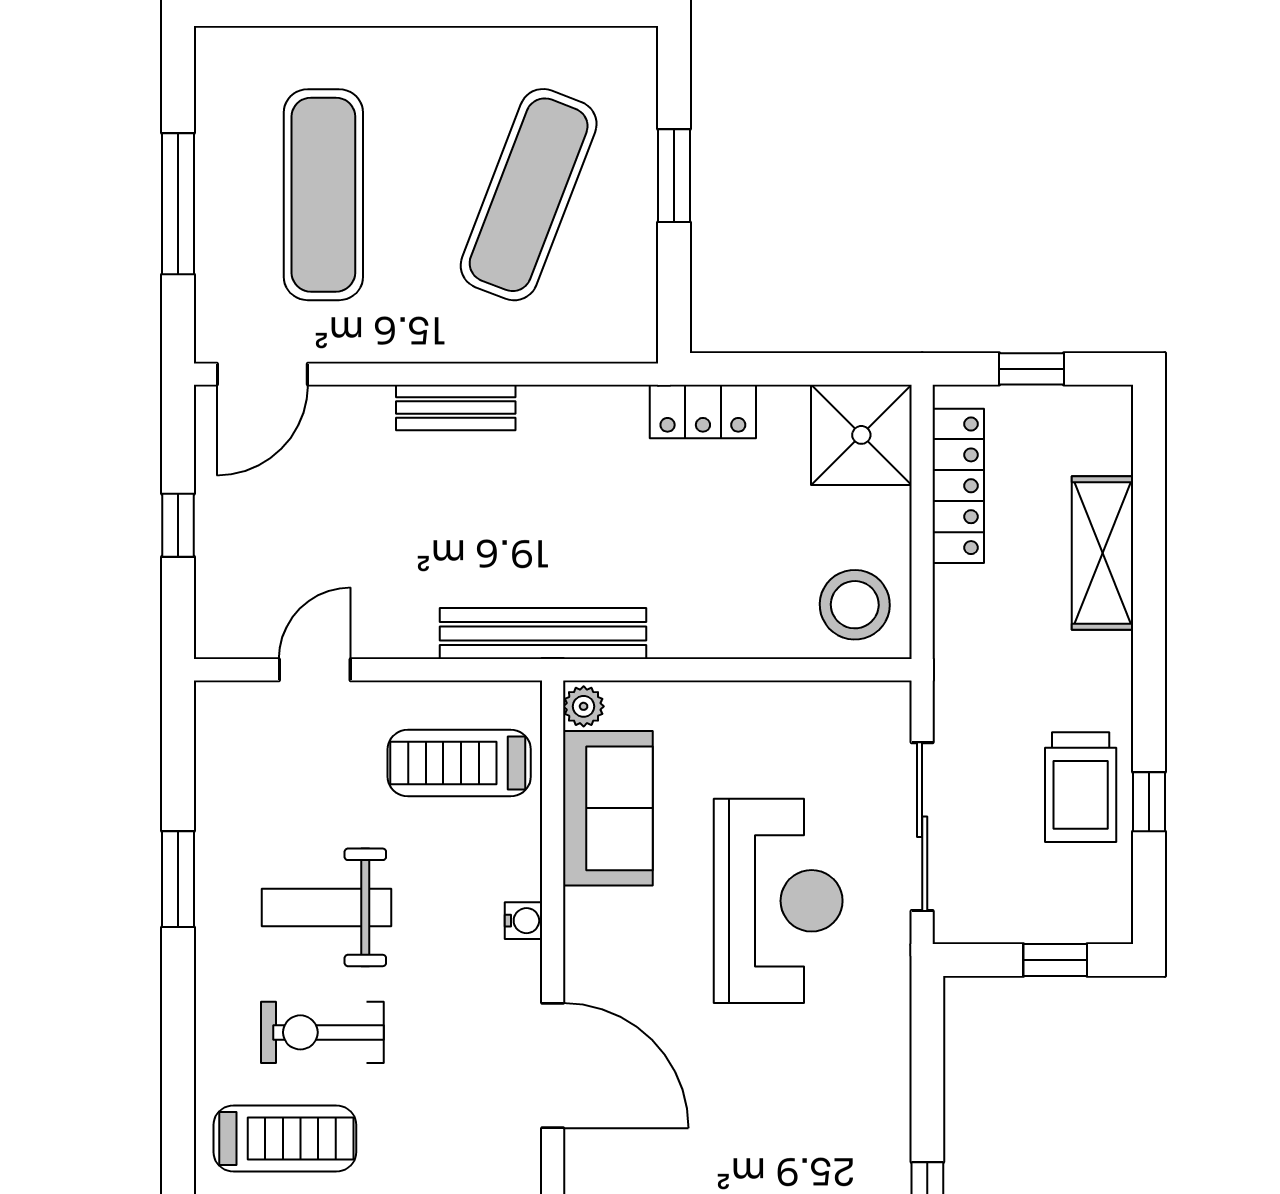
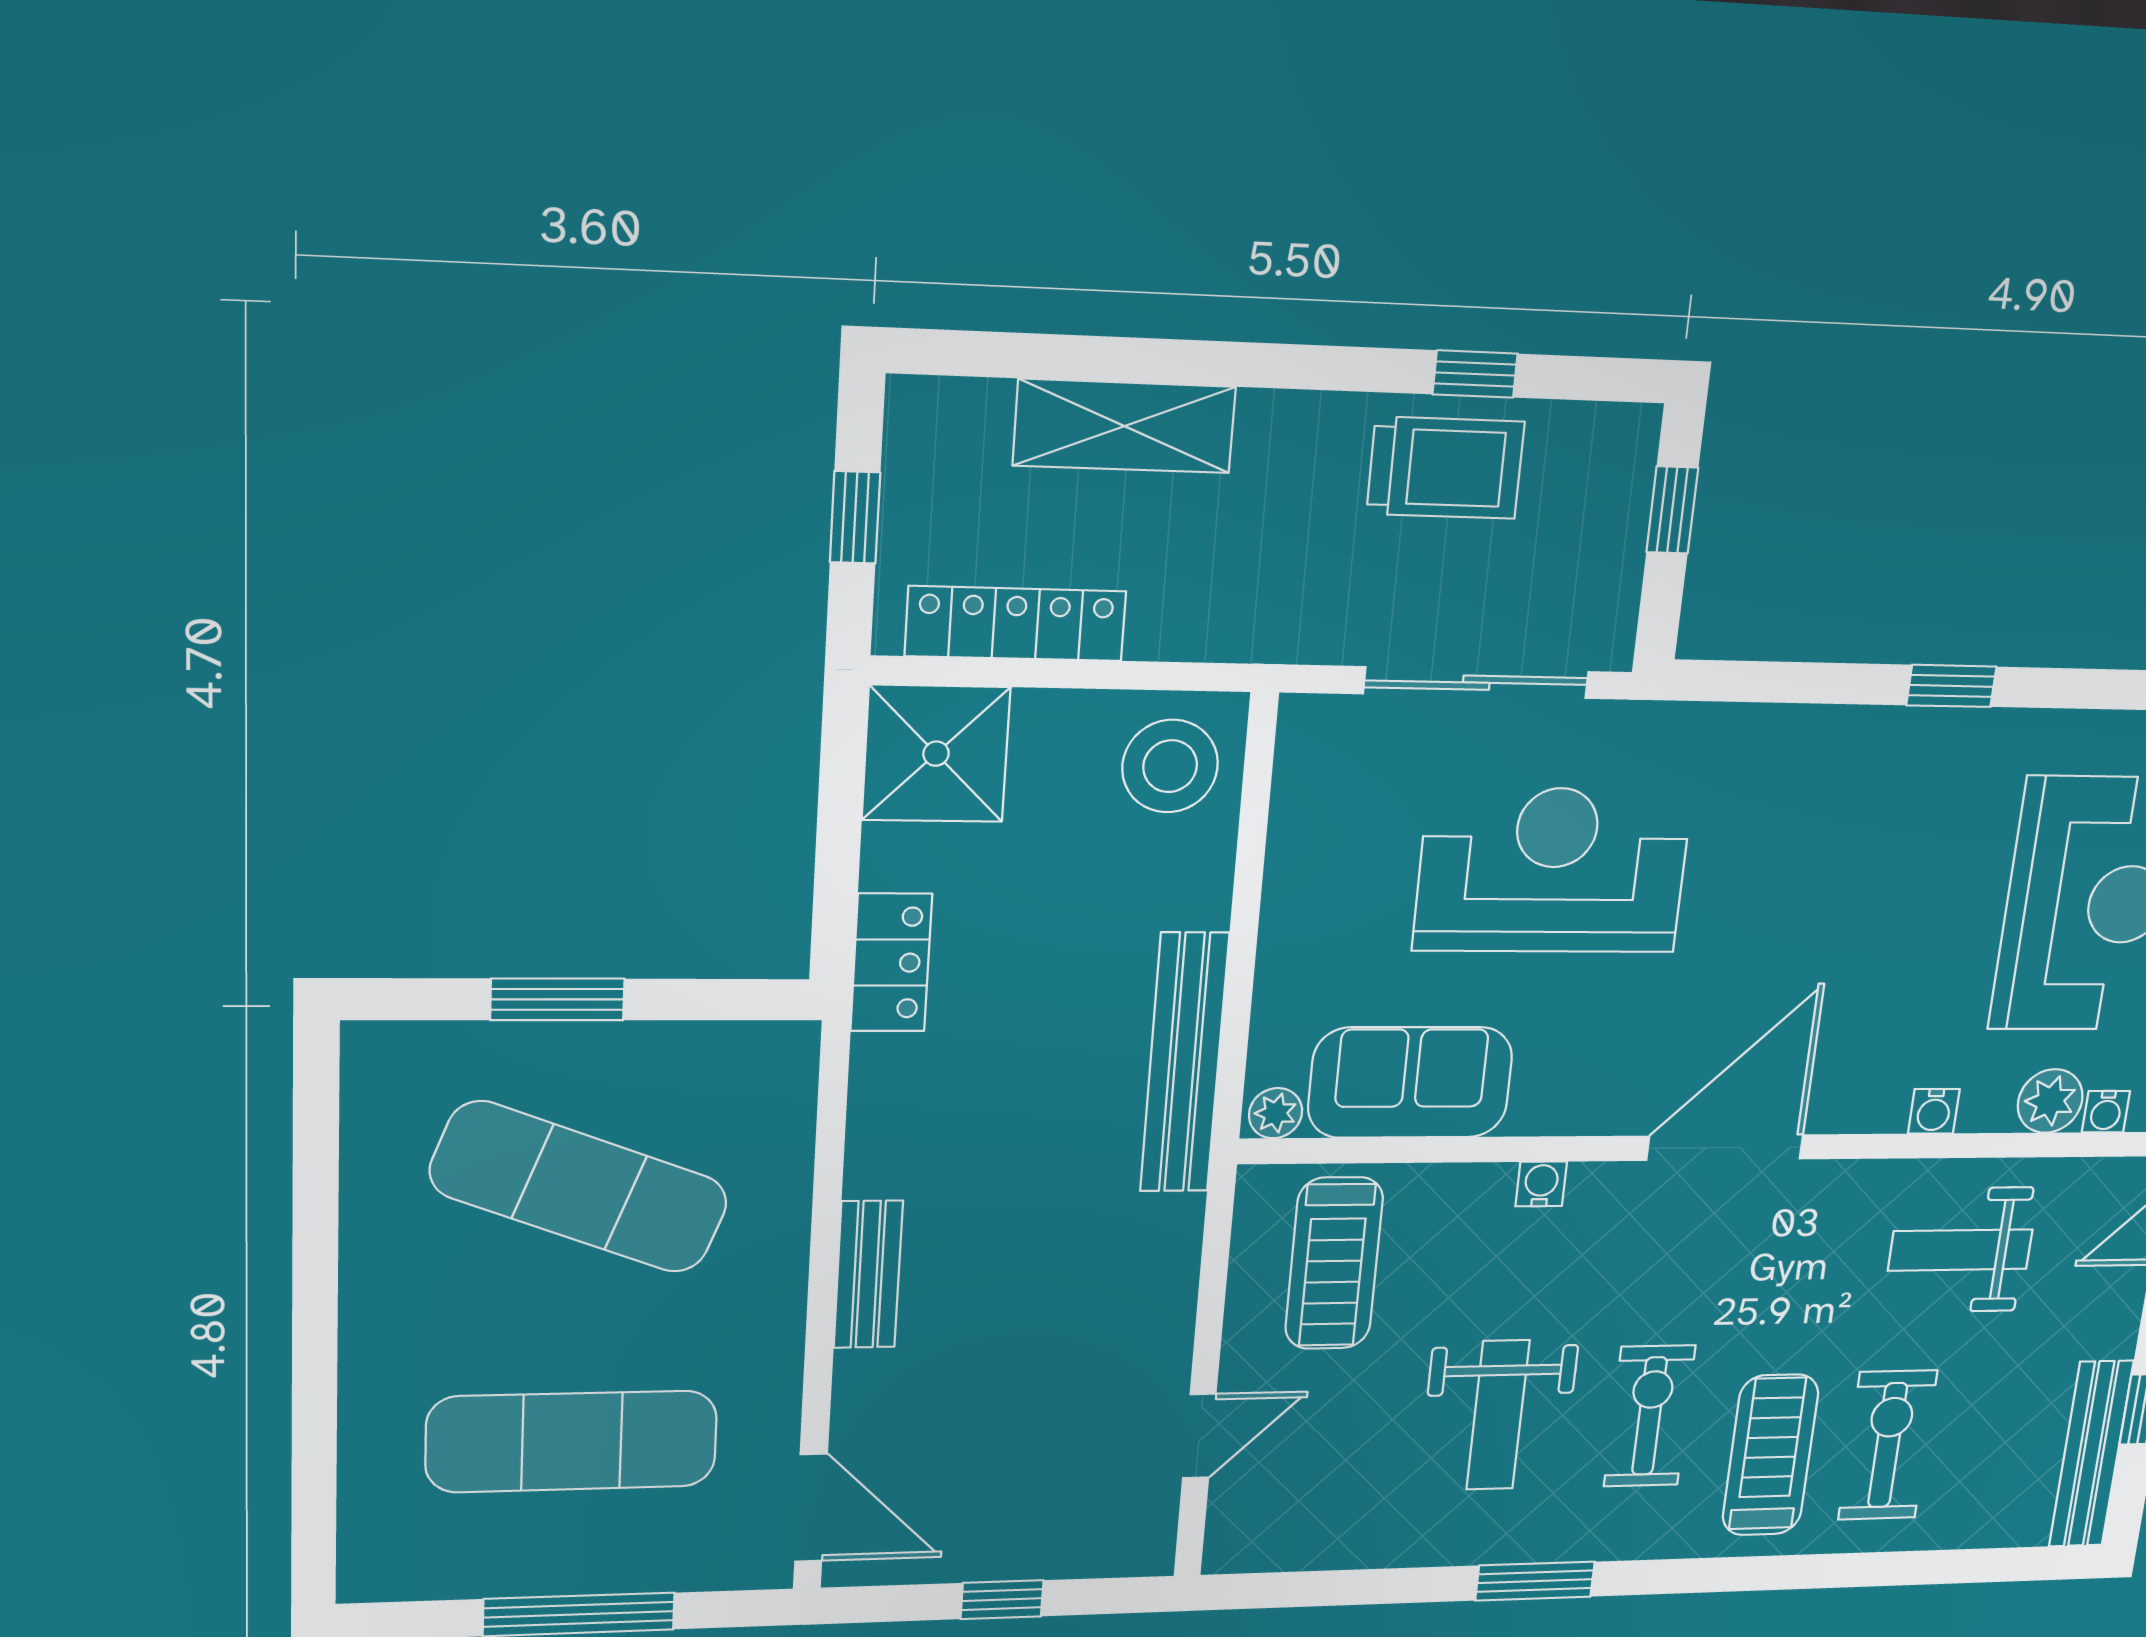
bench: (543, 633) -> (1184, 1063), moved
door: (315, 670) -> (1199, 1436), swing flipped
window: (178, 879) -> (1535, 1581), moved
exercise bike: (322, 1032) -> (1649, 1416), turned 180

